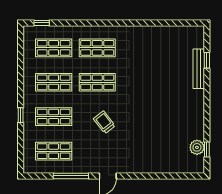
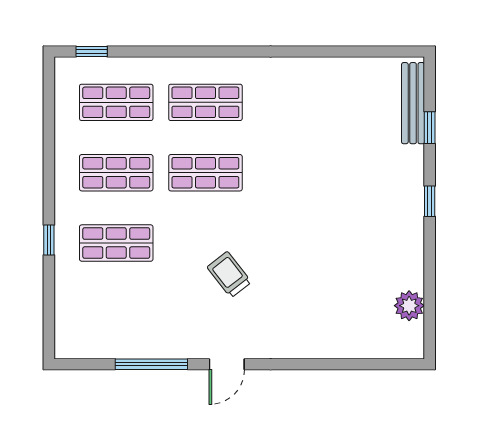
bench: (199, 69) -> (413, 103), moved
trolley: (104, 122) -> (229, 275), moved
window: (207, 150) -> (430, 201), moved
shop shelf: (54, 151) -> (116, 313), removed

